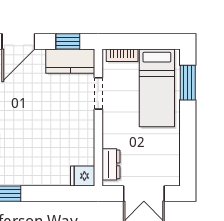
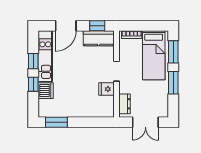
doorway: (98, 93) -> (117, 71), moved
window: (188, 131) -> (173, 83), added
fridge: (83, 176) -> (107, 89), moved

